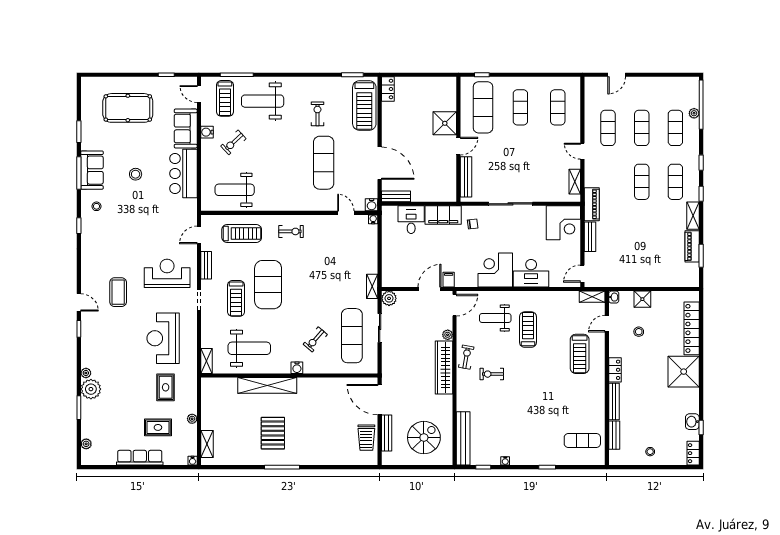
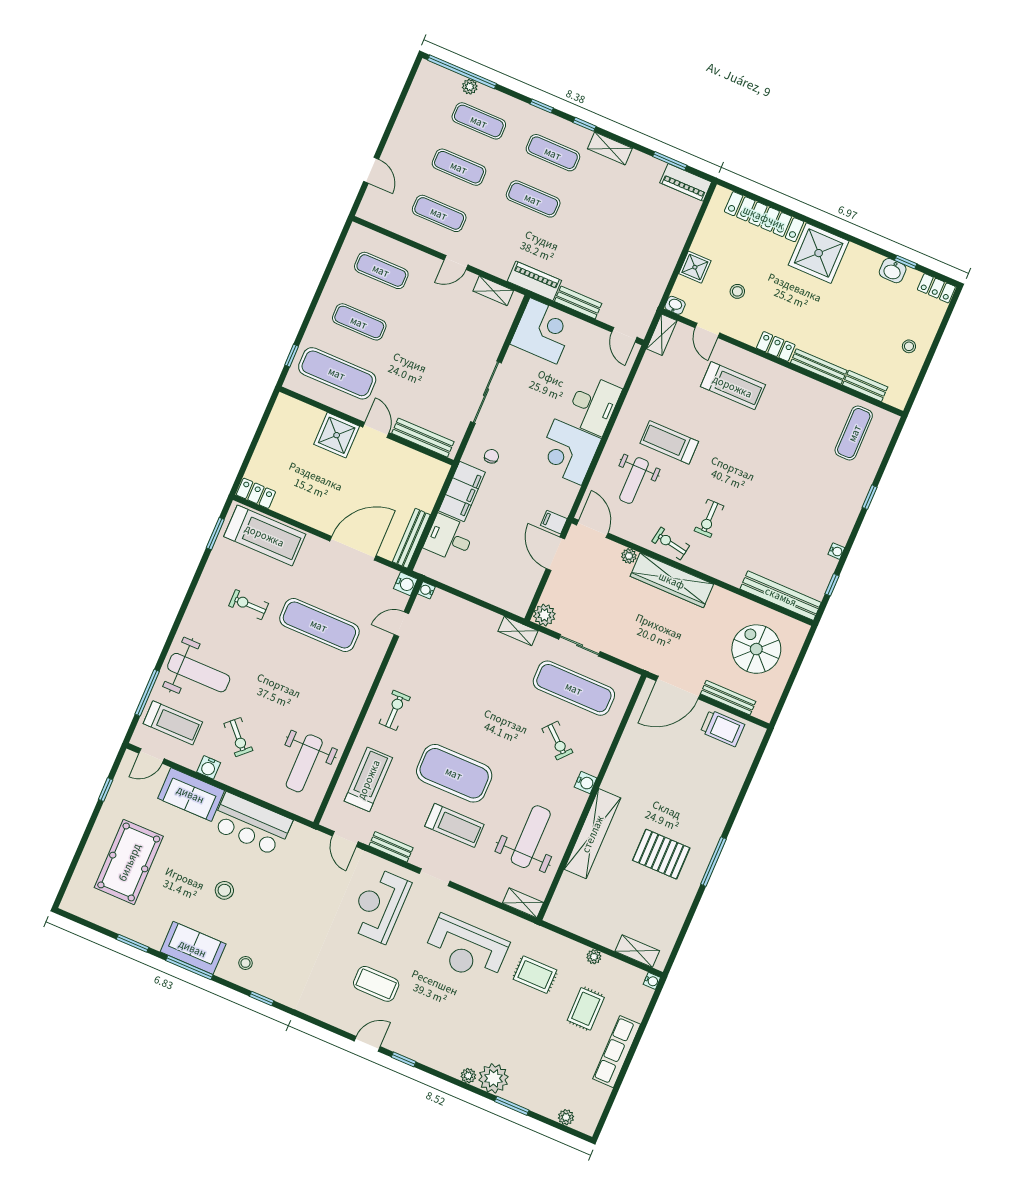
weight bench: (263, 101) -> (199, 673), turned -90
bench: (396, 196) -> (411, 538), width x1.36
piano: (692, 246) -> (686, 182), moved

